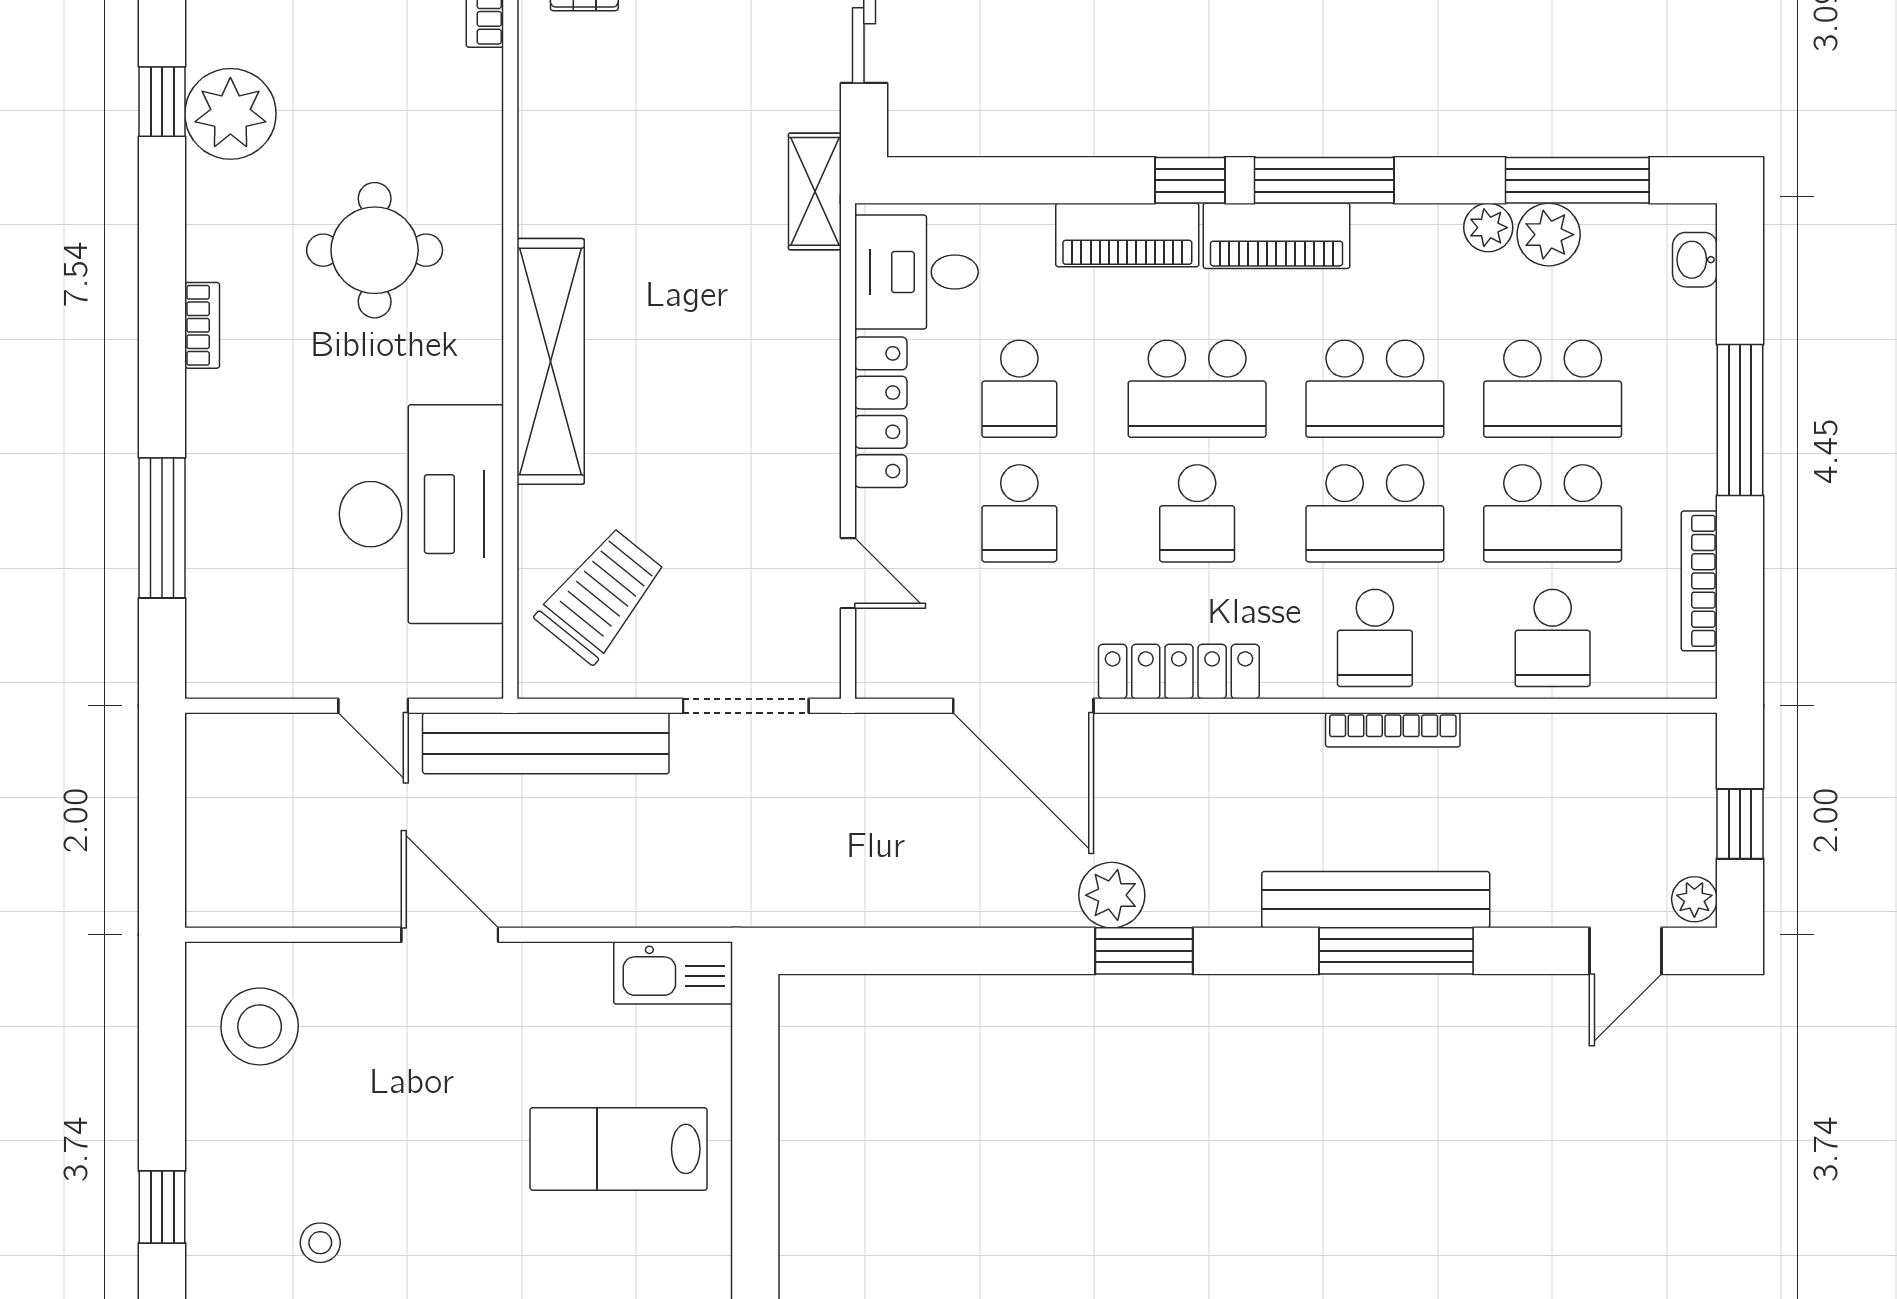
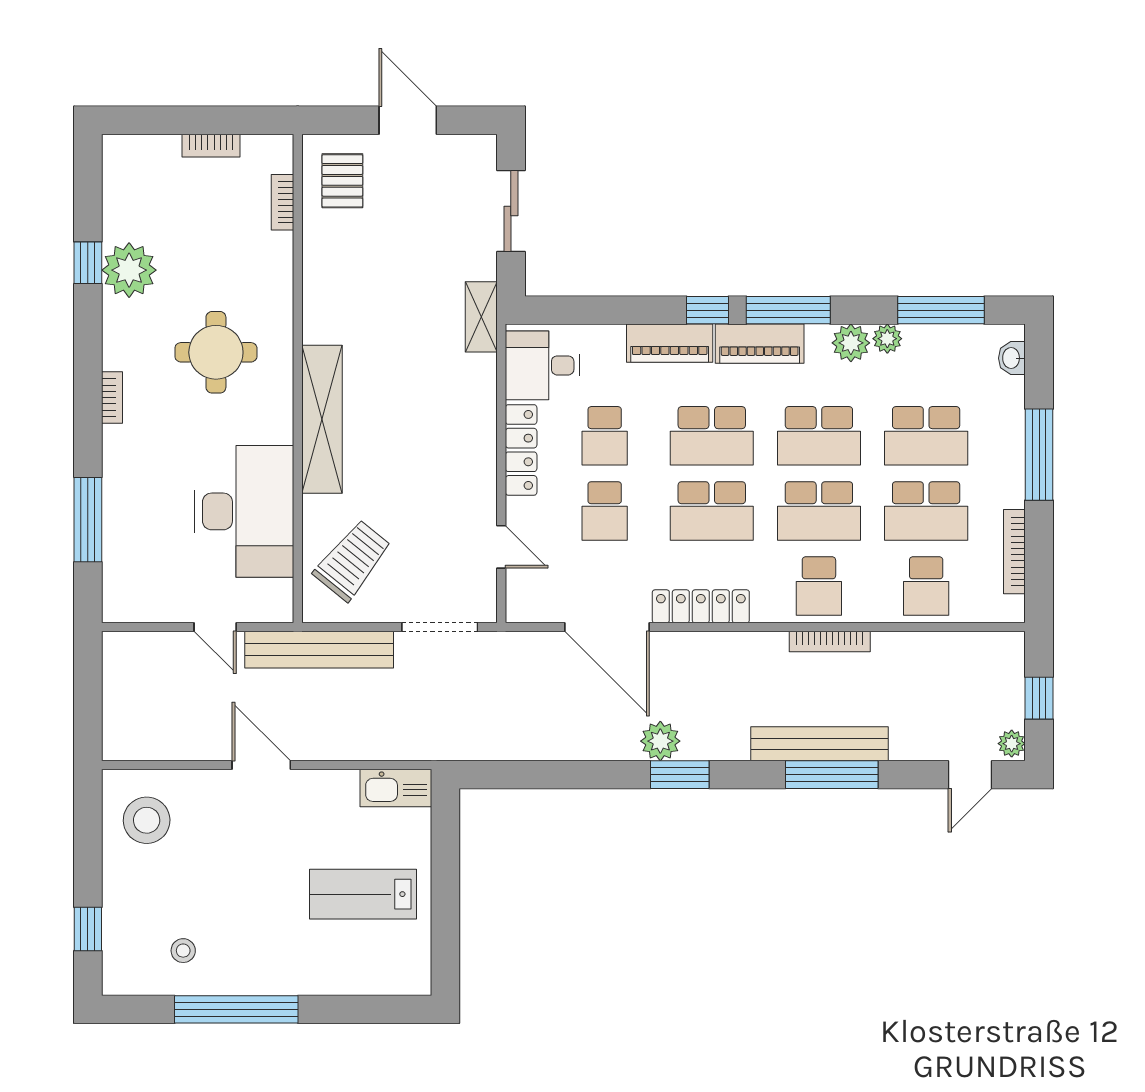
plant: (1549, 235) -> (851, 343), moved
school desk: (1197, 513) -> (712, 511), width x1.85

